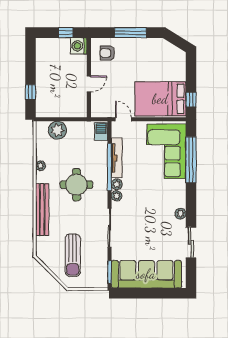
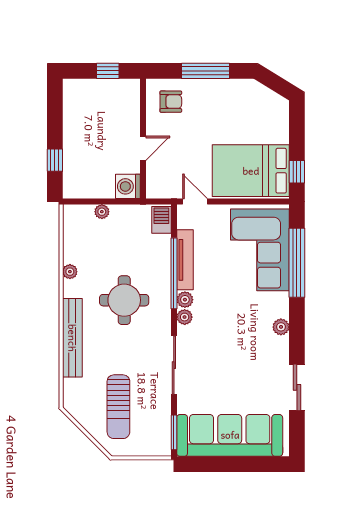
washing machine: (79, 46) -> (128, 186), moved
armchair: (107, 53) -> (171, 102), turned 180
plant: (57, 130) -> (102, 212), width x0.53, depth x0.53
plant: (180, 214) -> (281, 327), moved

